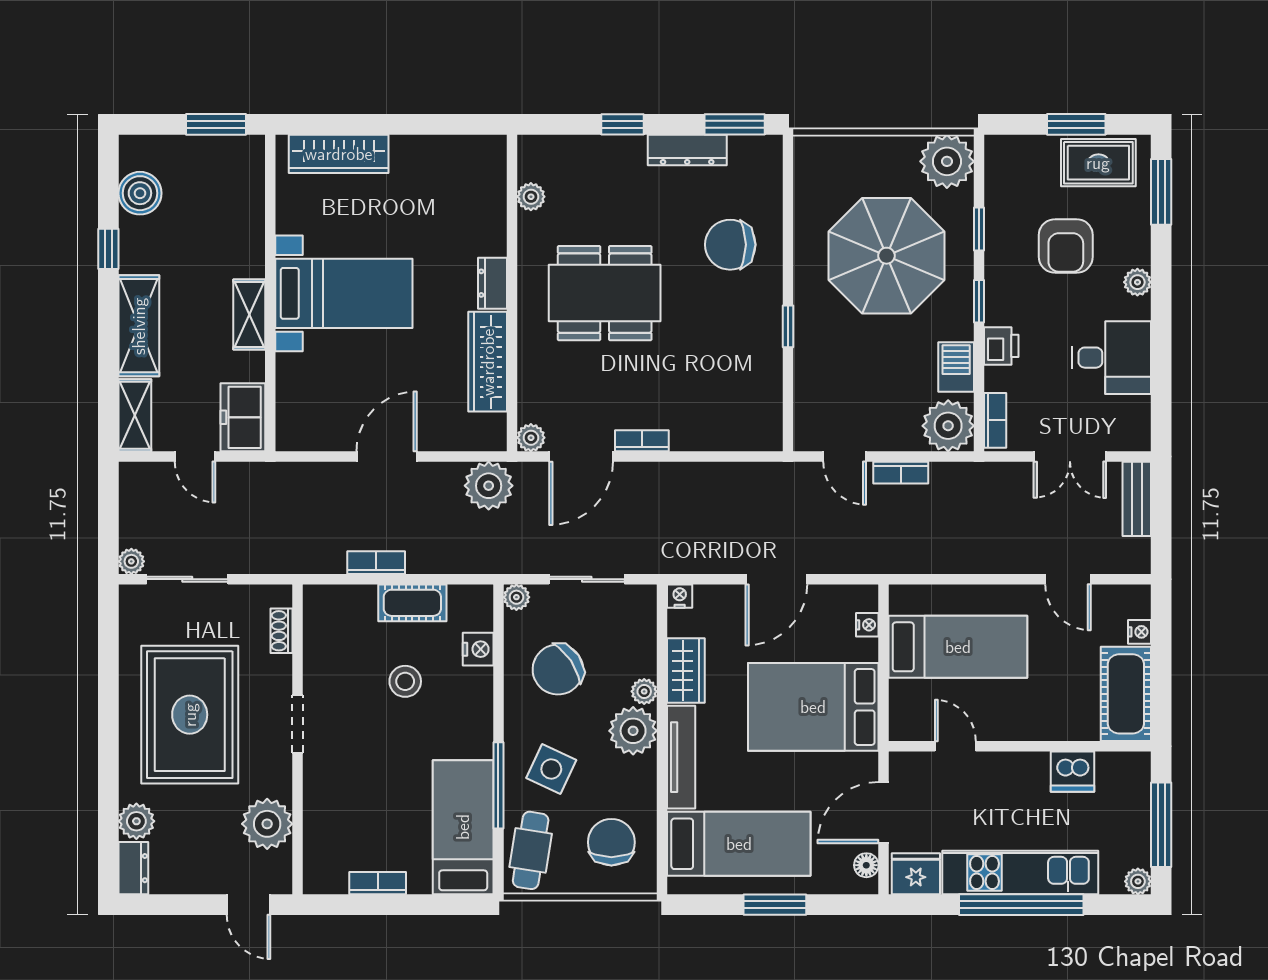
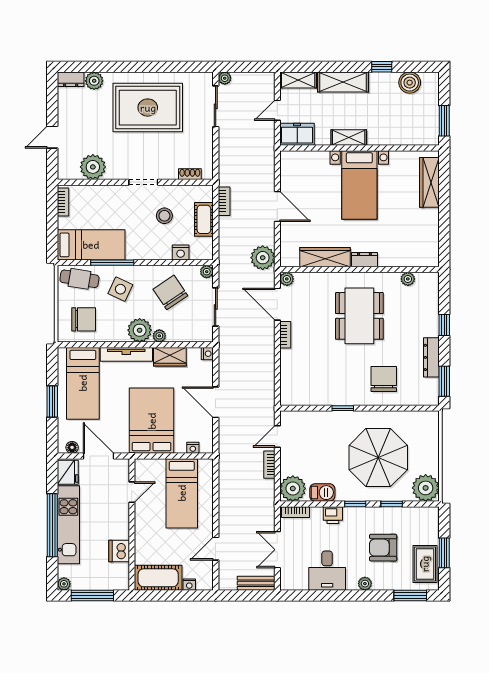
shoe rack: (281, 631) -> (190, 174), moved
doorway: (297, 724) -> (143, 182), moved
wall: (297, 739) -> (135, 182), moved
plant: (267, 824) -> (93, 167), moved

